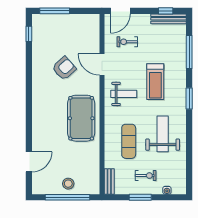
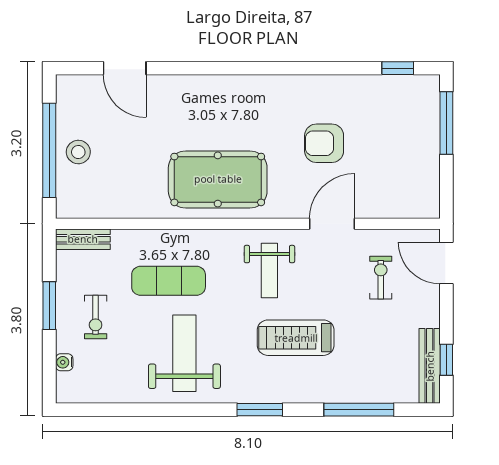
armchair: (64, 68) -> (324, 143), turned 132
weight bench: (163, 134) -> (184, 353), turned -90

